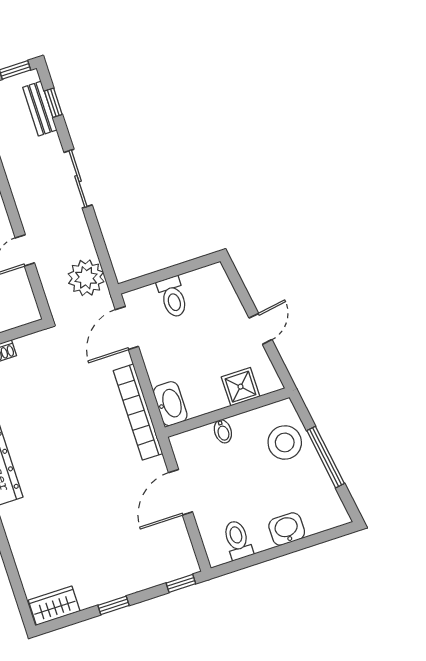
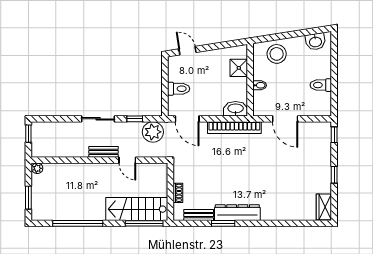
window: (53, 103) -> (135, 119), moved
bench: (40, 109) -> (104, 152), moved
door: (260, 329) -> (187, 51), moved
window: (326, 457) -> (292, 34), removed
washbasin: (287, 529) -> (315, 42), moved, turned -99
toilet: (238, 540) -> (321, 85), moved

